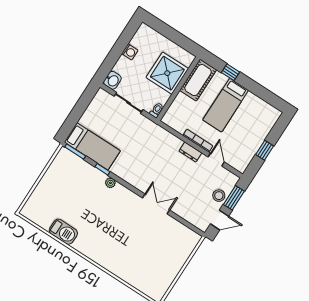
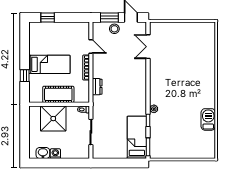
washbasin: (112, 80) -> (43, 153), moved
cot: (198, 80) -> (58, 94), moved
window: (265, 150) -> (48, 17), moved
dresser: (190, 152) -> (97, 87), moved
door: (216, 160) -> (91, 47), swing flipped
double door: (156, 204) -> (148, 47), moved

